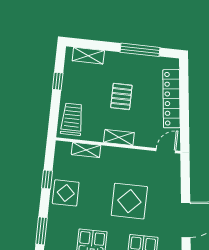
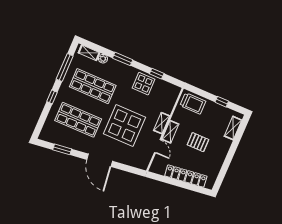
window: (140, 50) -> (226, 165), removed
shelving: (86, 150) -> (162, 123), moved
door: (166, 151) -> (158, 146), moved
display table: (129, 201) -> (125, 126), width x1.36, depth x1.36

